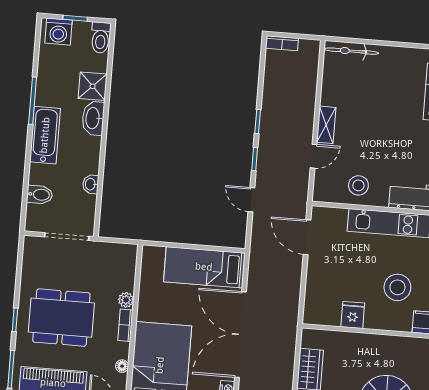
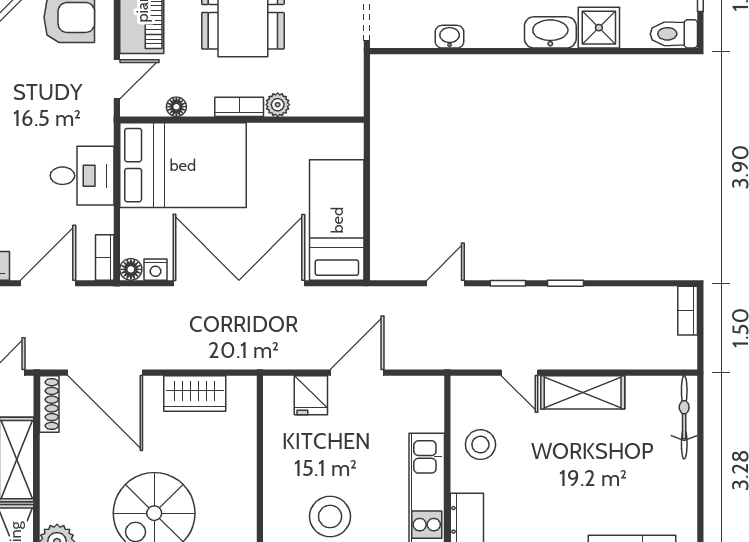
shelving: (326, 125) -> (583, 392), width x1.50, depth x1.33
door: (307, 237) -> (357, 373), moved
fridge: (353, 315) -> (311, 395), moved, turned 90

